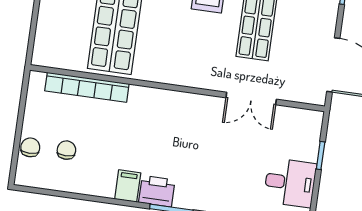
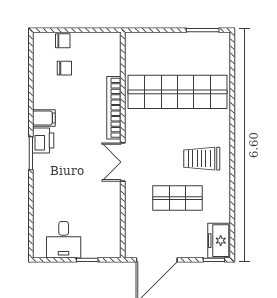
bookcase: (87, 87) -> (114, 108), moved
double door: (251, 99) -> (123, 162), moved

